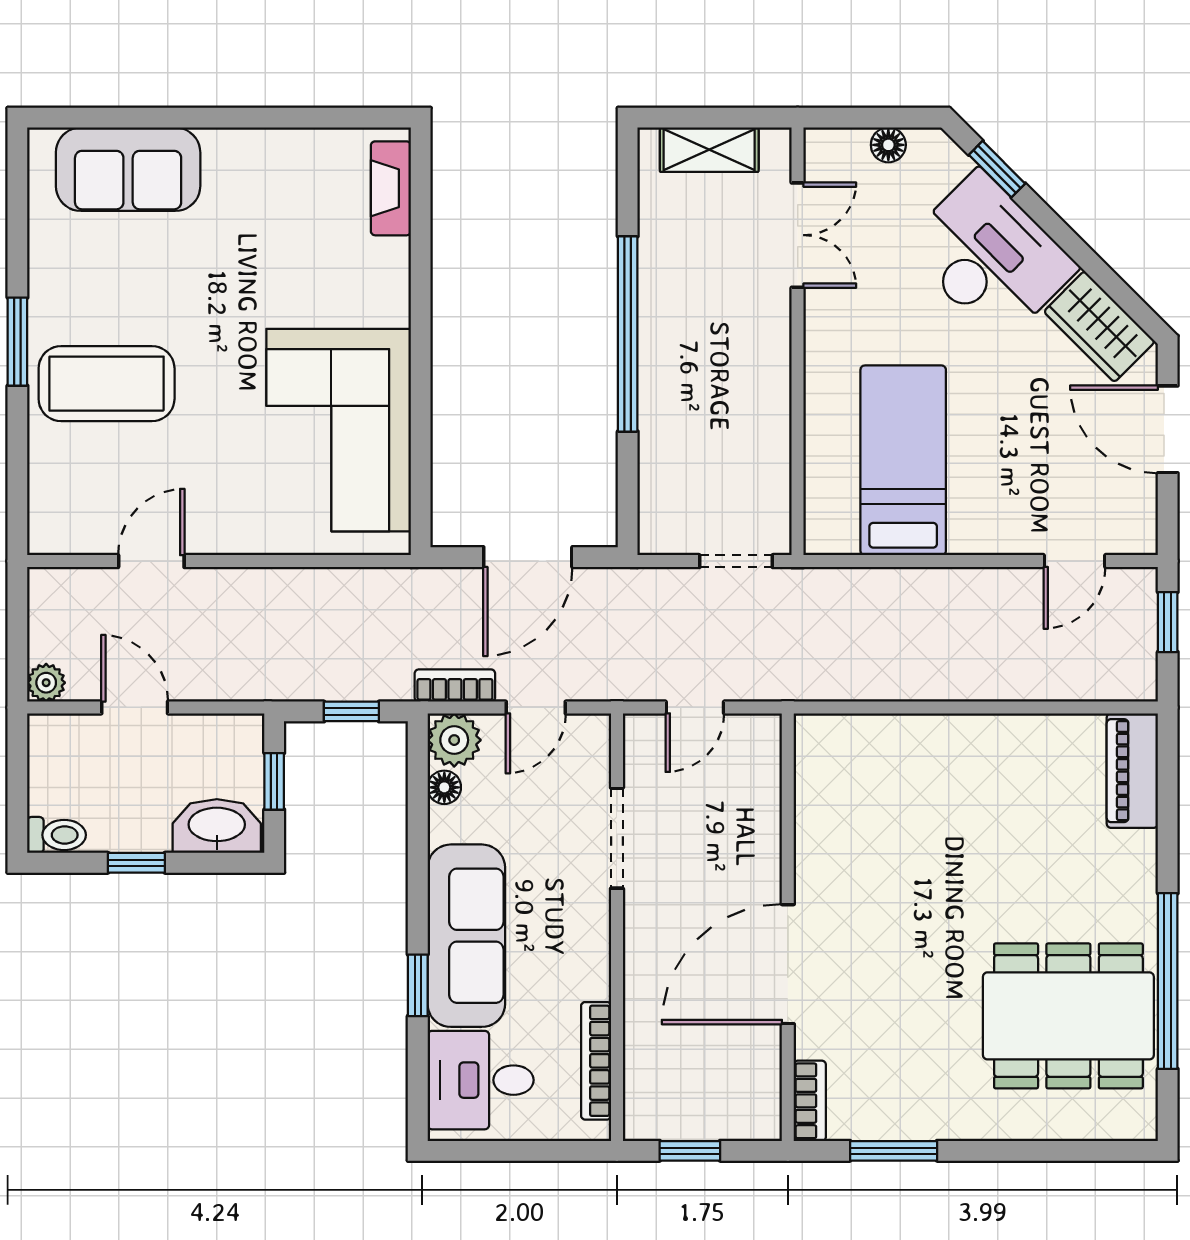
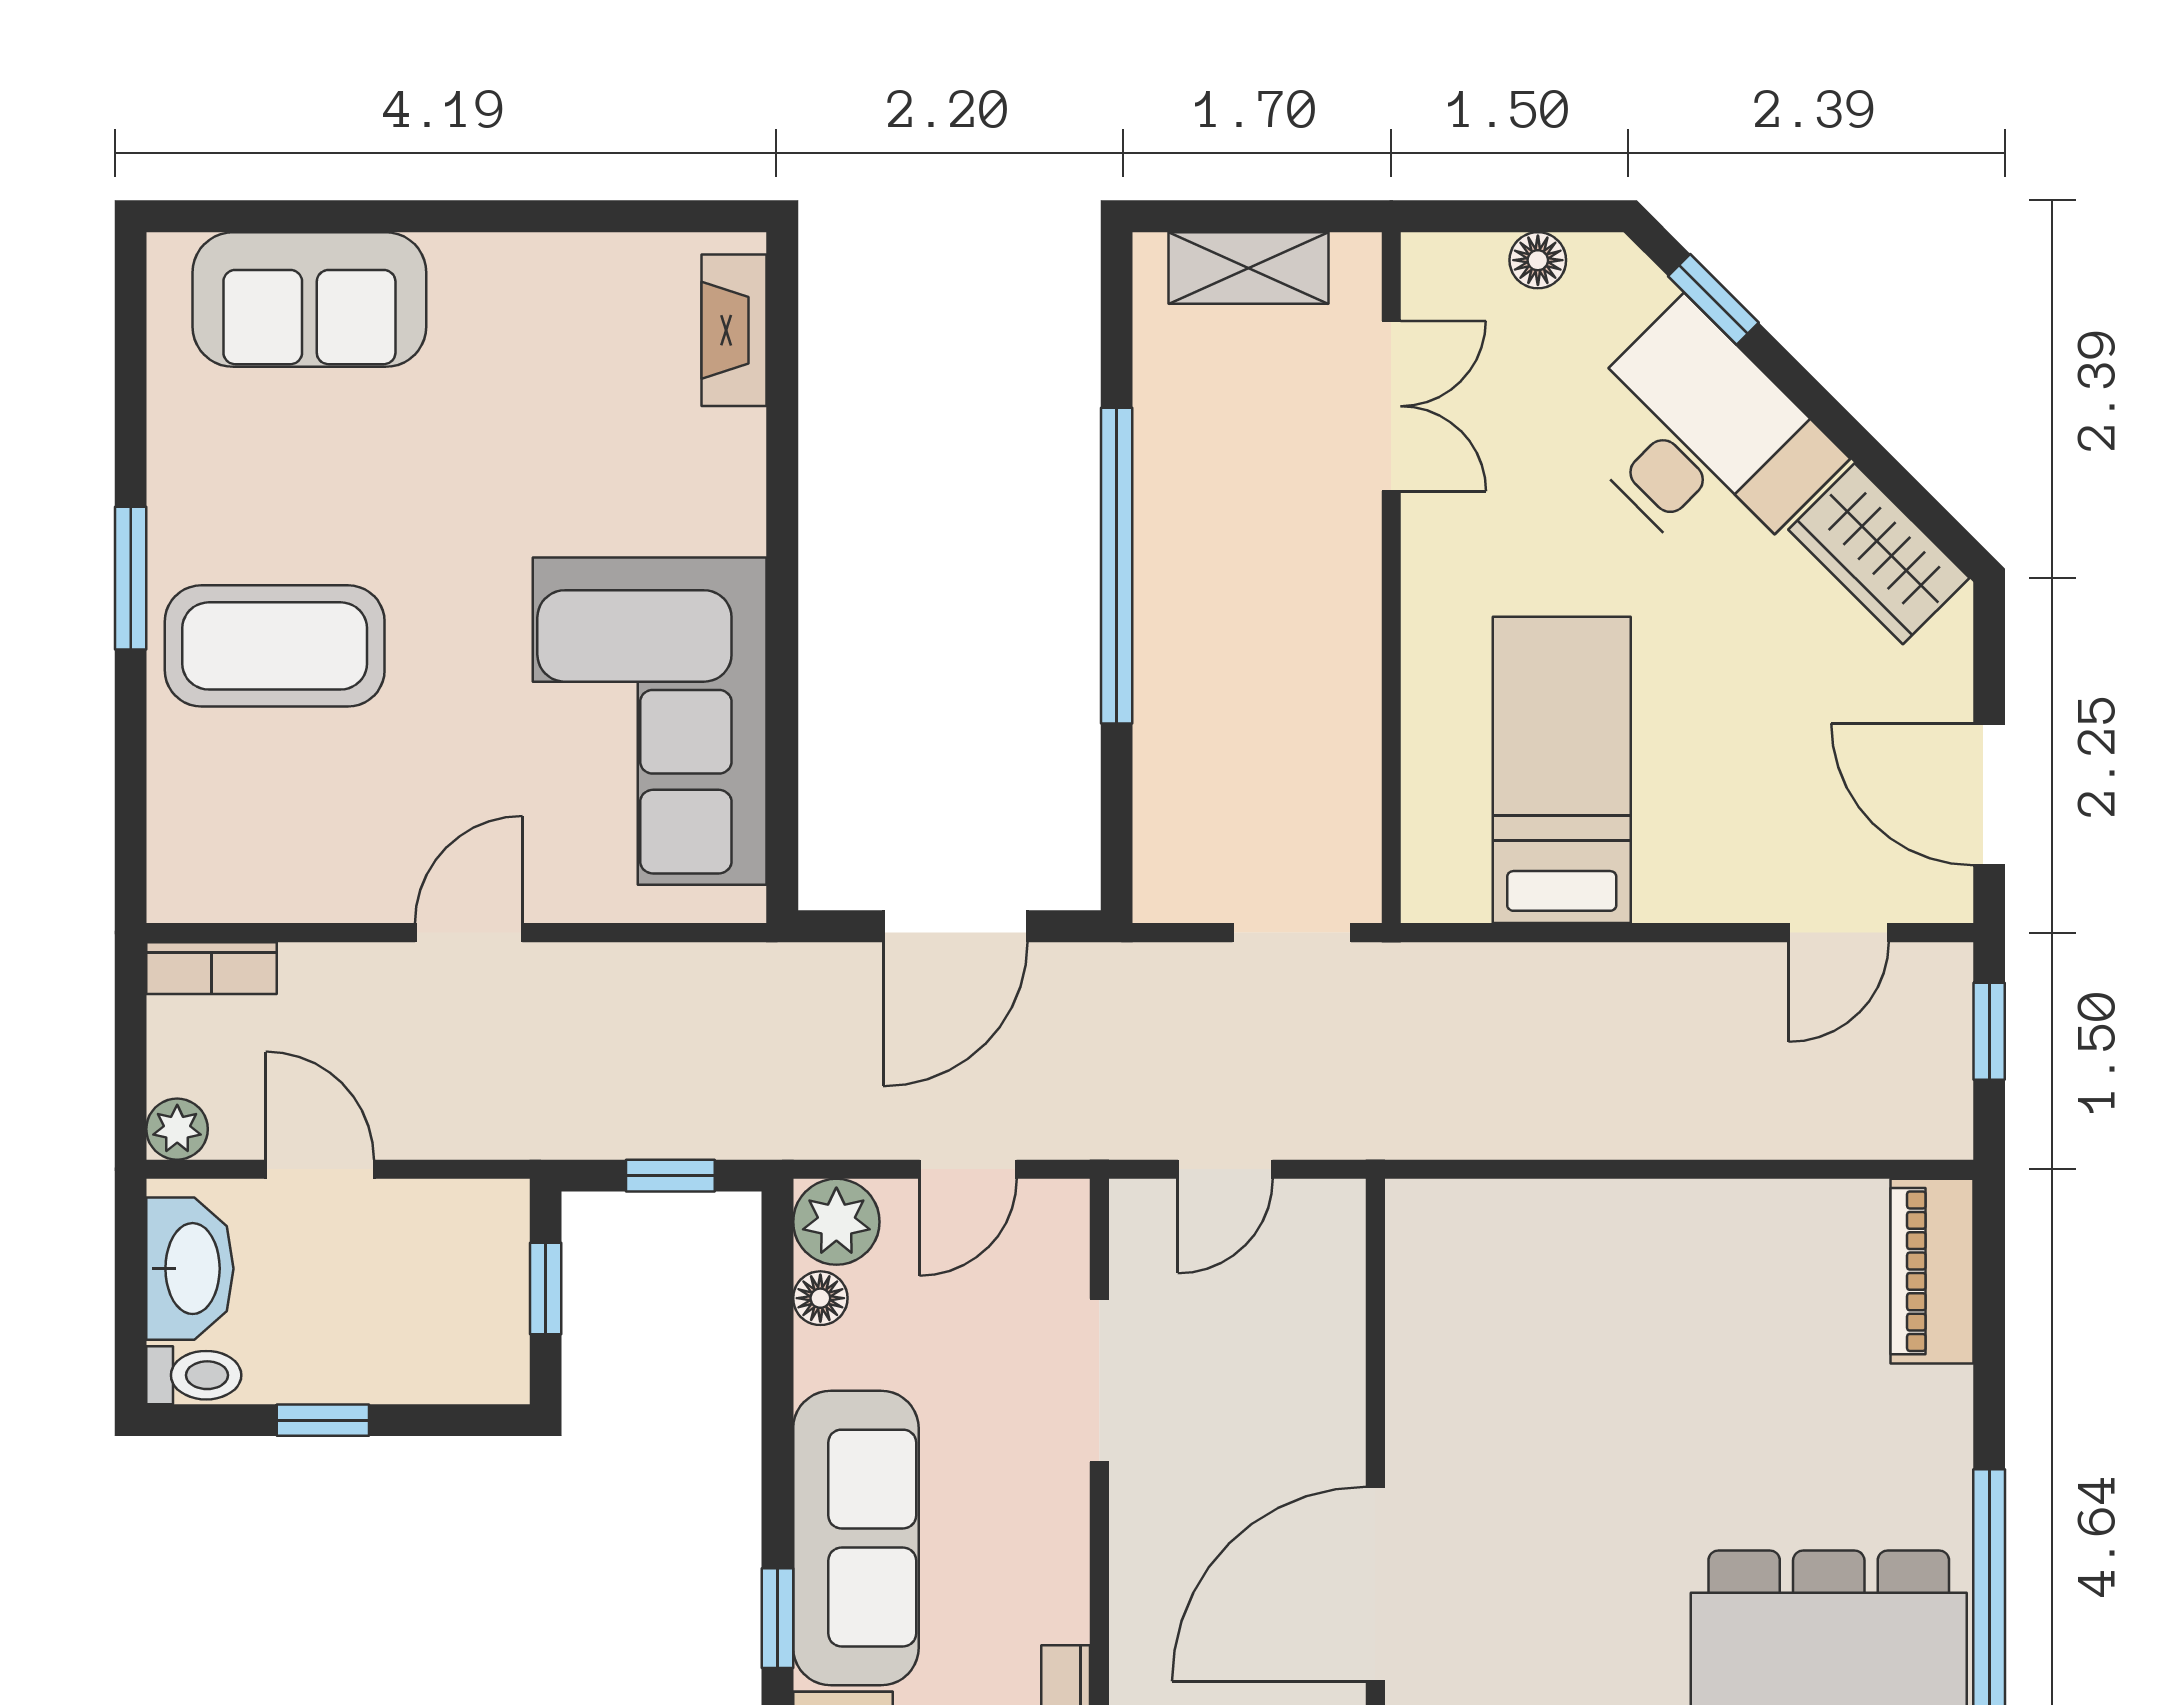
door: (1168, 429) -> (1989, 794), moved
door: (151, 561) -> (469, 933), moved
bookcase: (455, 686) -> (211, 968), moved, turned 180
washbasin: (217, 826) -> (190, 1269), moved, turned 90

